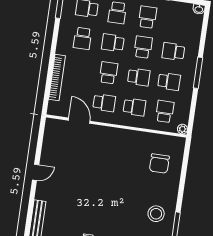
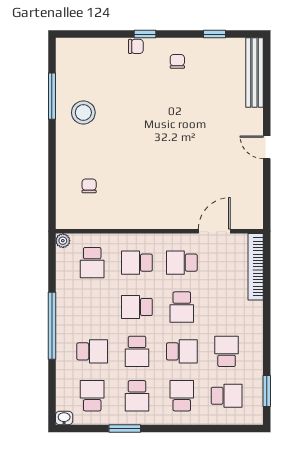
window: (198, 73) -> (52, 326), width x1.46
bookcase: (57, 78) -> (256, 267), moved
school desk: (169, 81) -> (92, 396), moved, turned 90
door: (79, 121) -> (214, 231), swing flipped
chair: (159, 164) -> (89, 186), width x0.54, depth x0.54
door: (36, 172) -> (267, 147), hinge flipped

